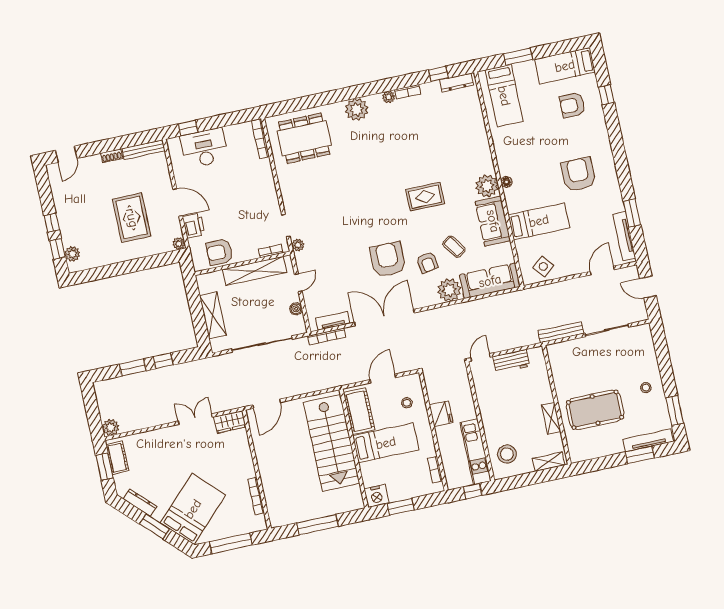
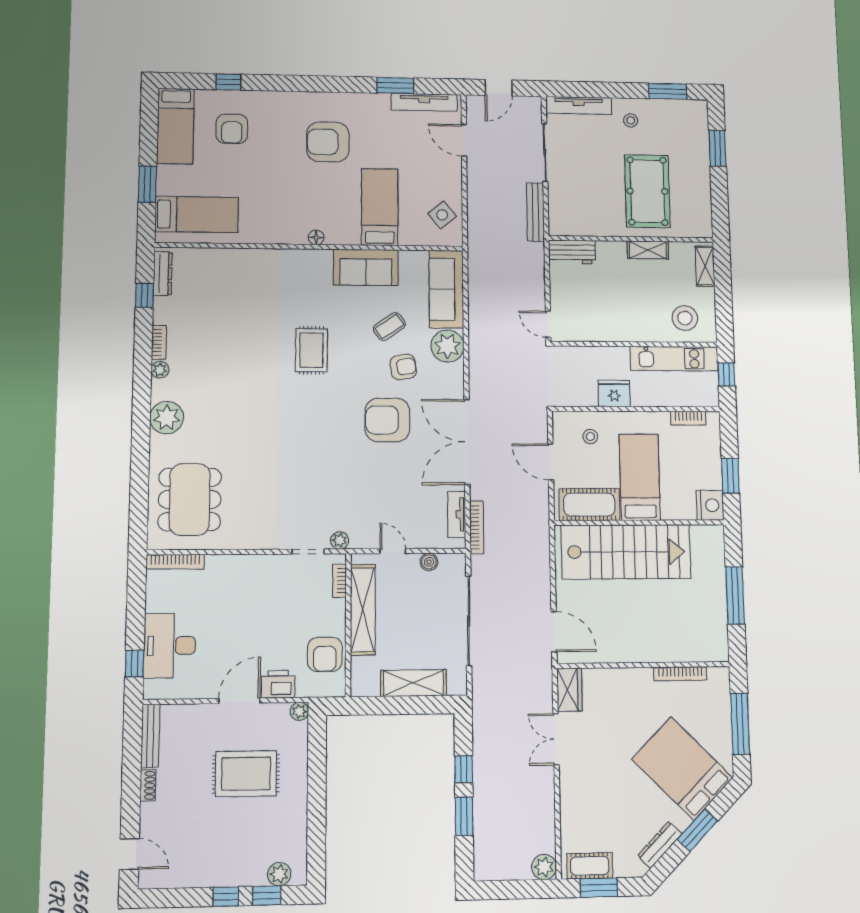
plant: (487, 186) -> (316, 264), removed
workbench: (511, 361) -> (572, 252), moved, turned 90
tv unit: (648, 440) -> (579, 105), moved, turned -90

